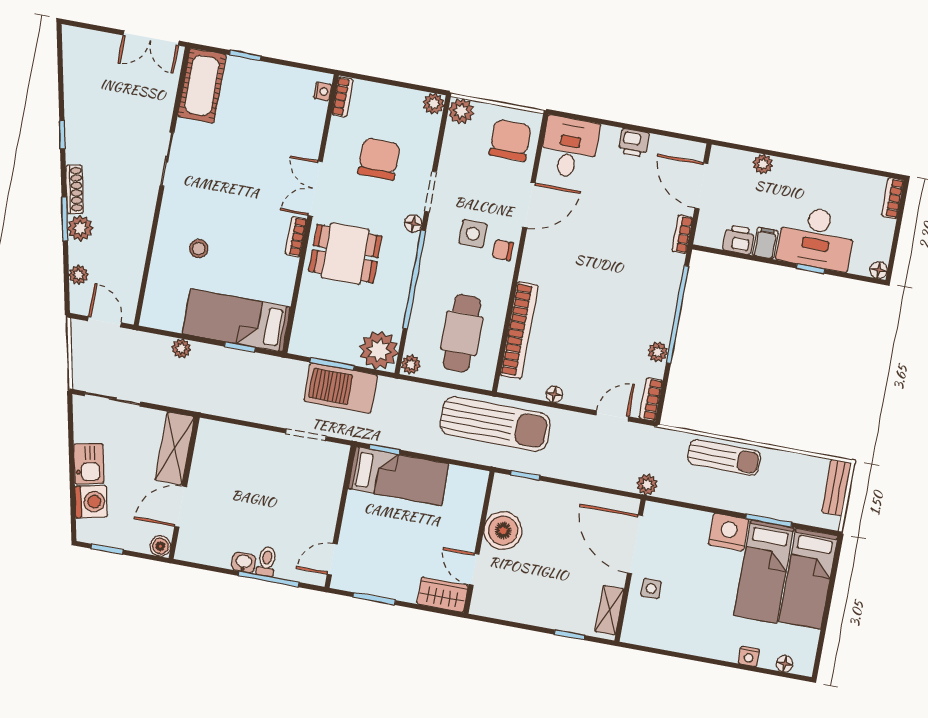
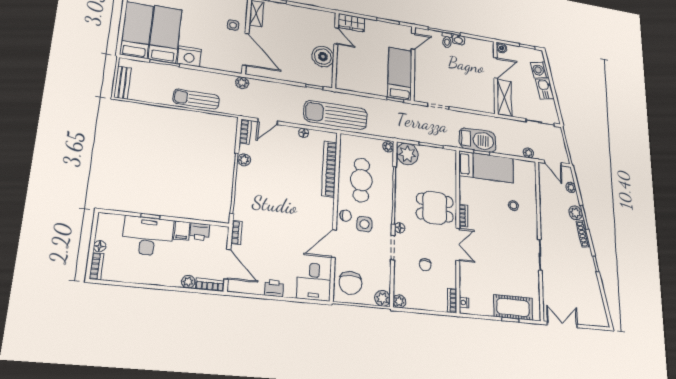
cot: (202, 86) -> (513, 307), moved, turned 90
bookcase: (731, 157) -> (210, 285), added
chair: (379, 159) -> (425, 265), width x0.54, depth x0.54
floor lamp: (879, 270) -> (100, 246), moved
cafe table: (462, 333) -> (361, 180), moved
plant: (181, 348) -> (528, 153), moved
barbecue: (341, 388) -> (478, 140), moved
bed: (398, 476) -> (400, 74), moved, turned 90

